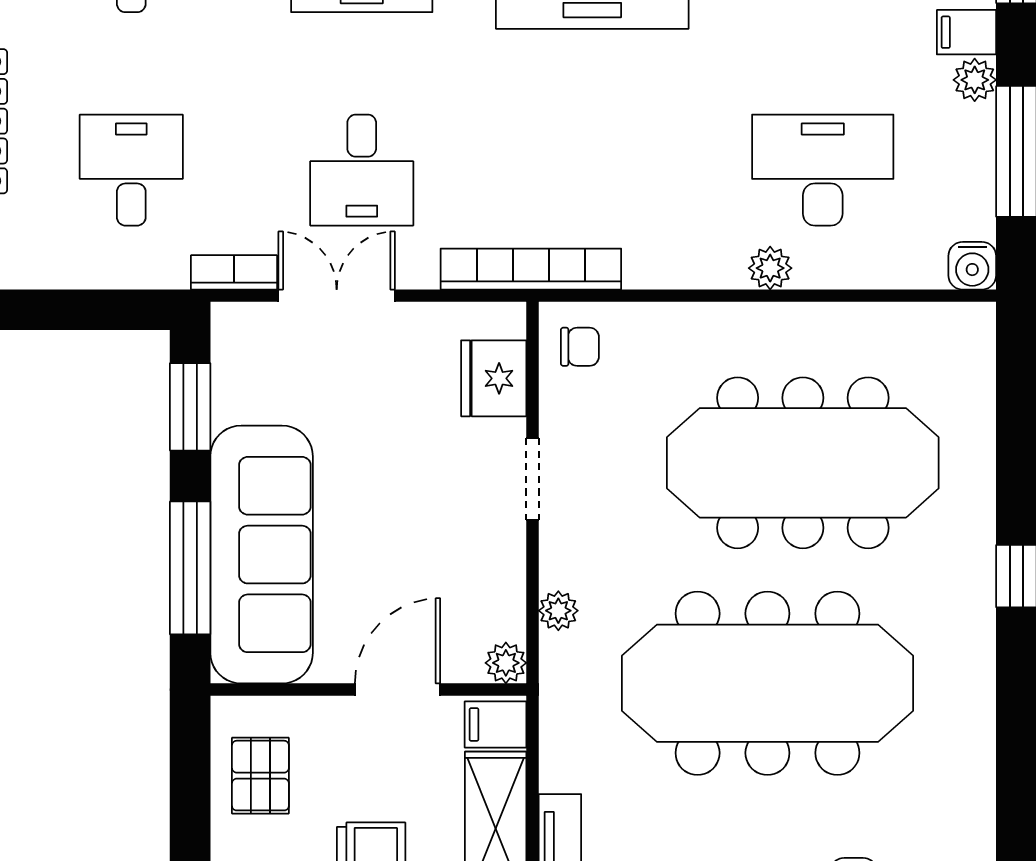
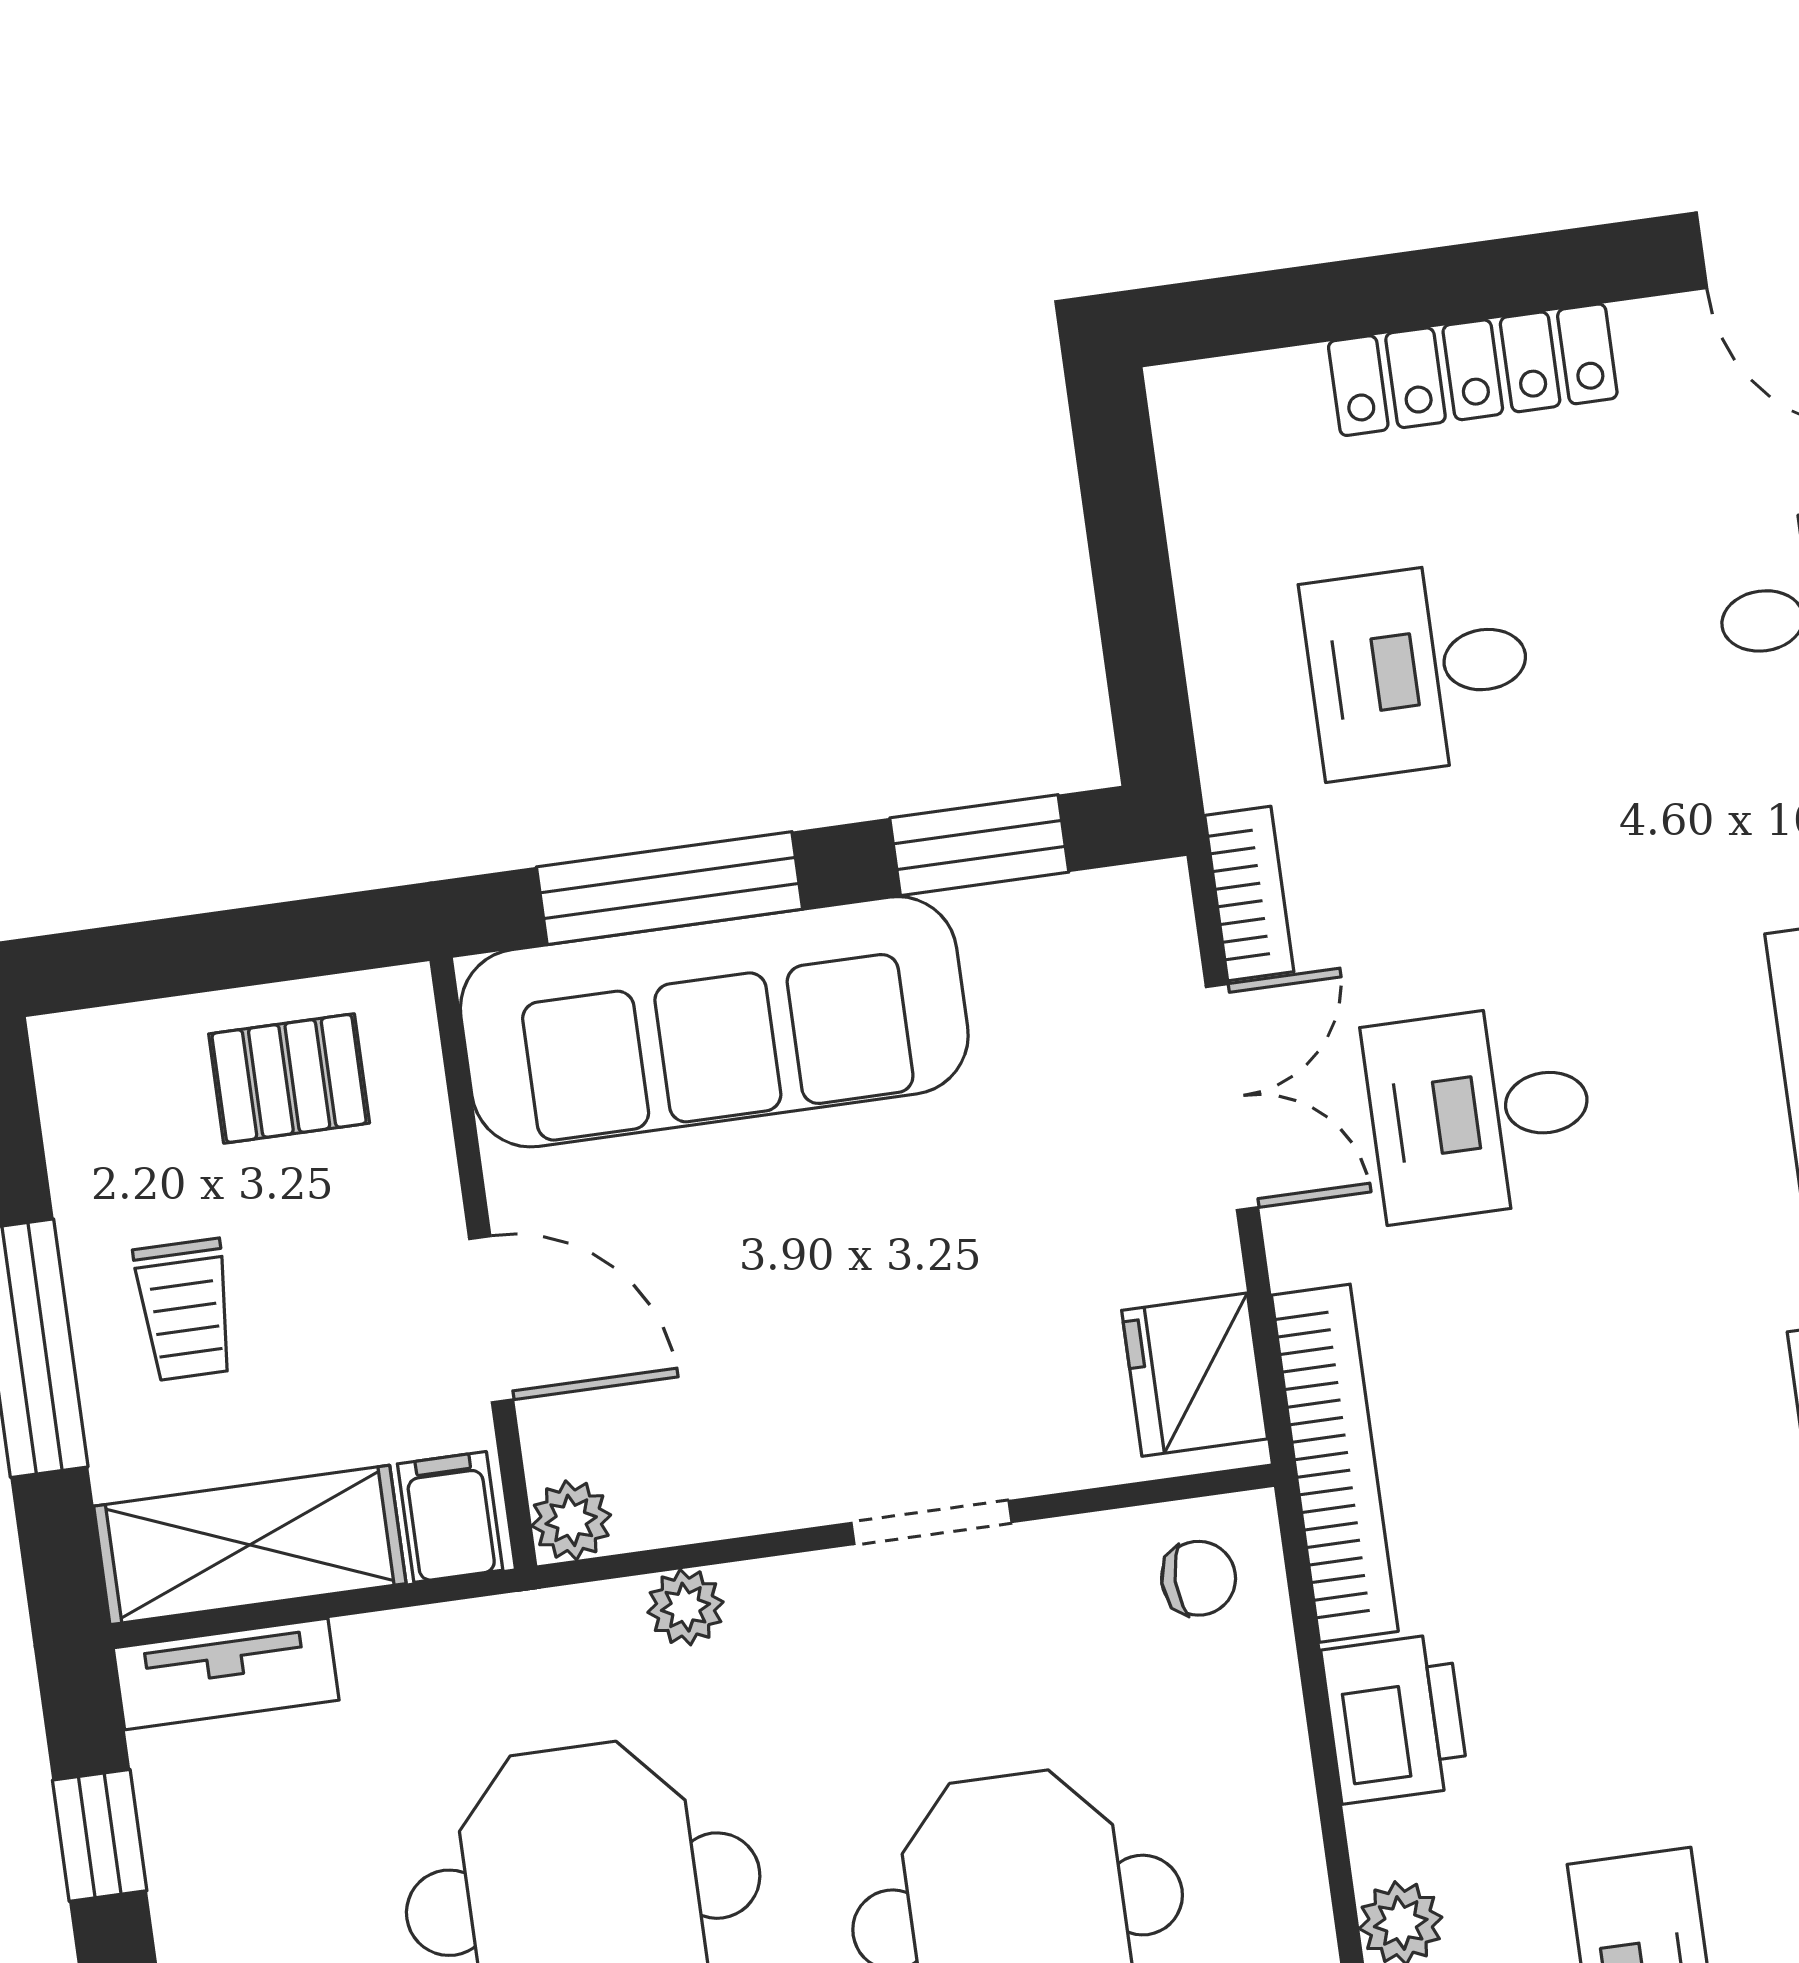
desk: (131, 170) -> (1419, 669), turned 180
printer: (665, 256) -> (1395, 1718), added
chair: (580, 347) -> (1199, 1578), turned -90
fridge: (494, 378) -> (1195, 1375), moved, turned -90

